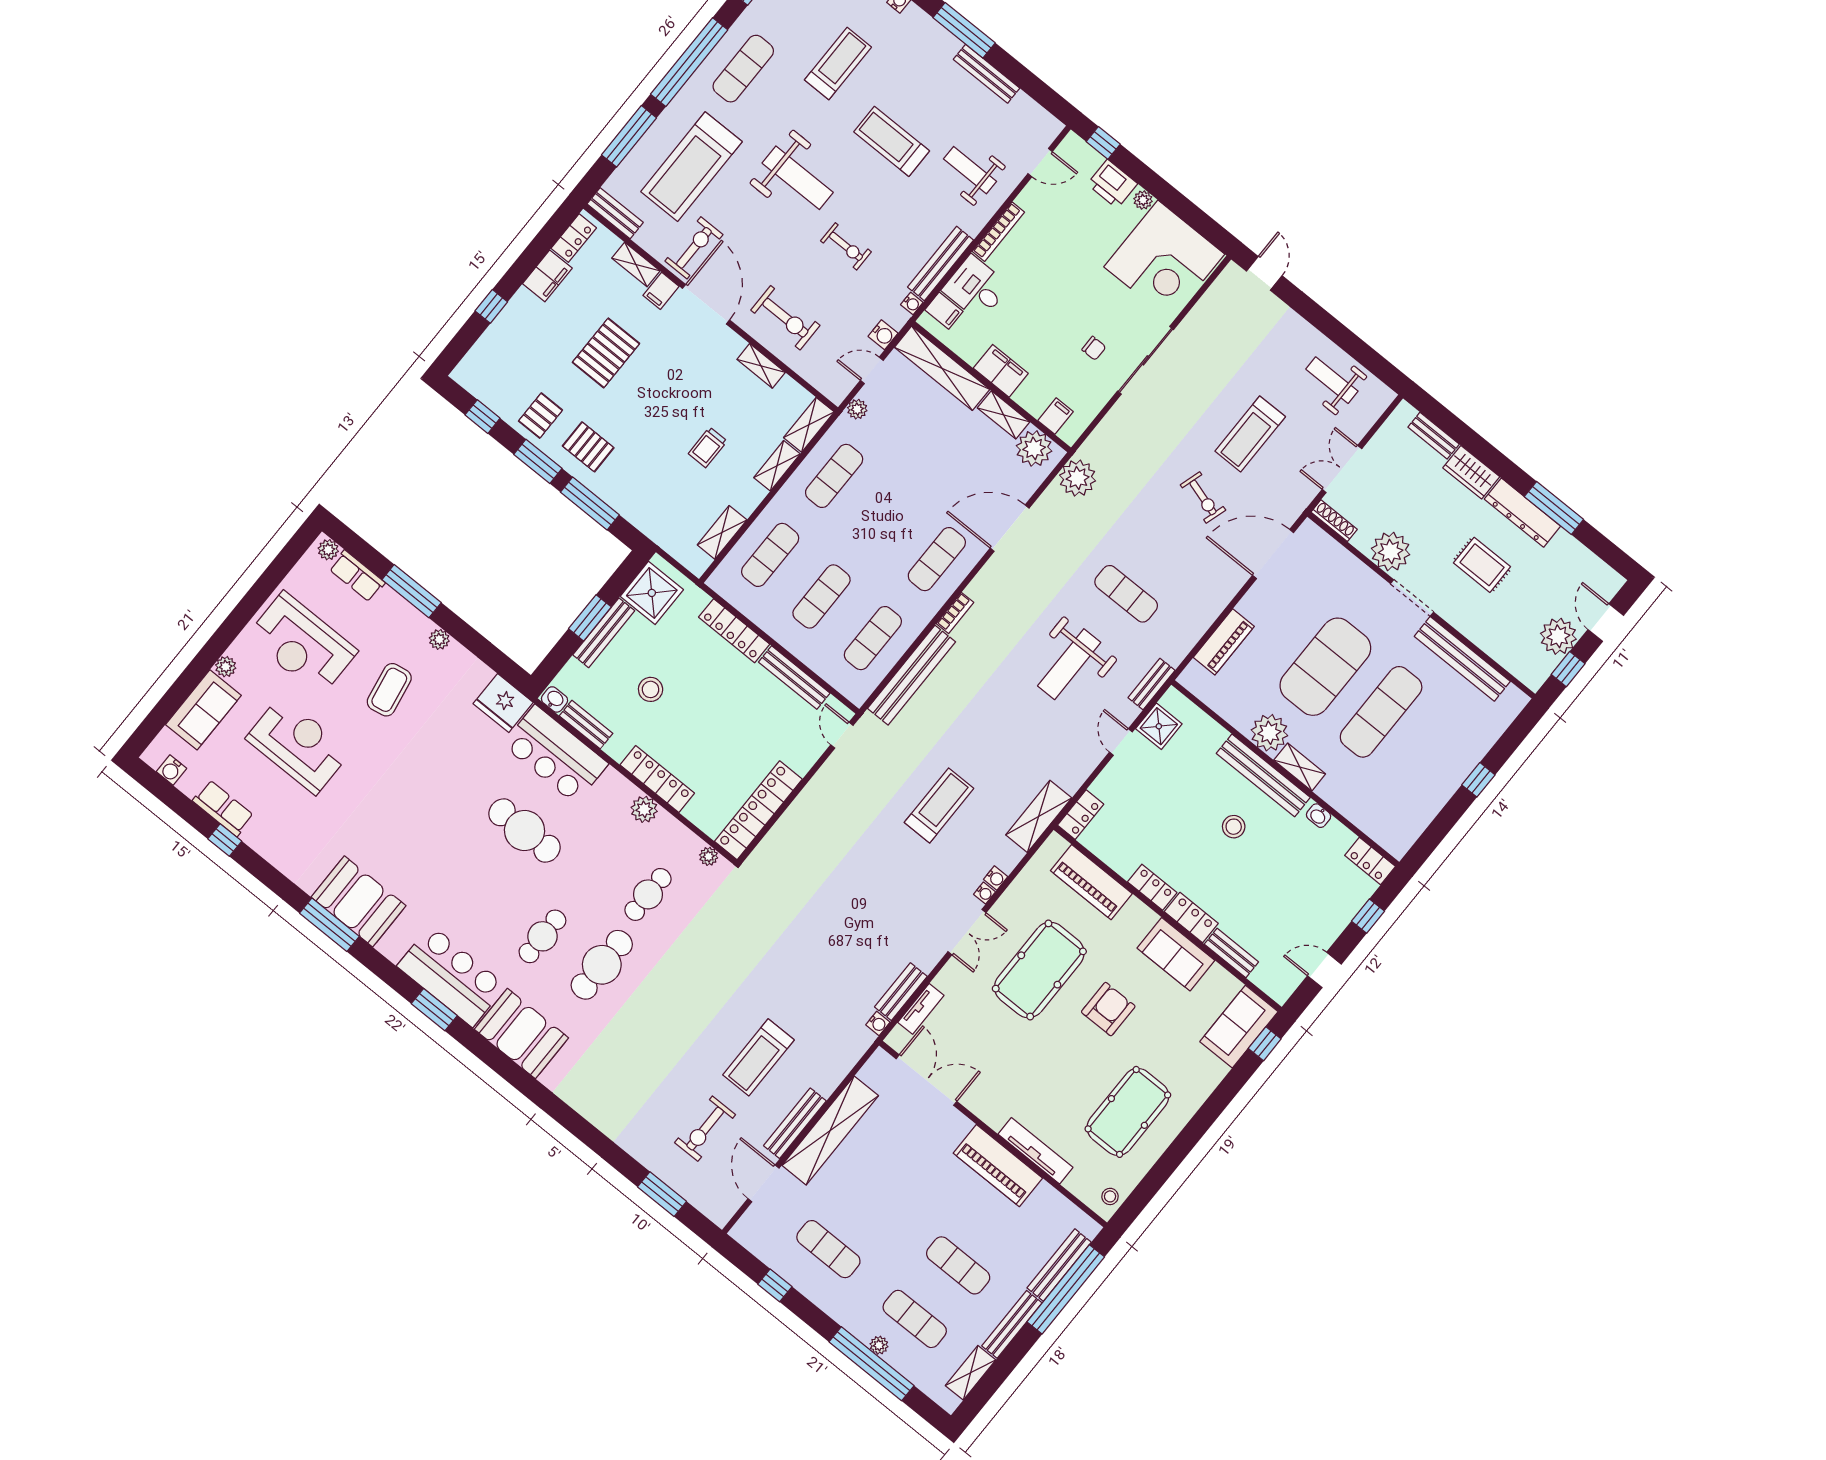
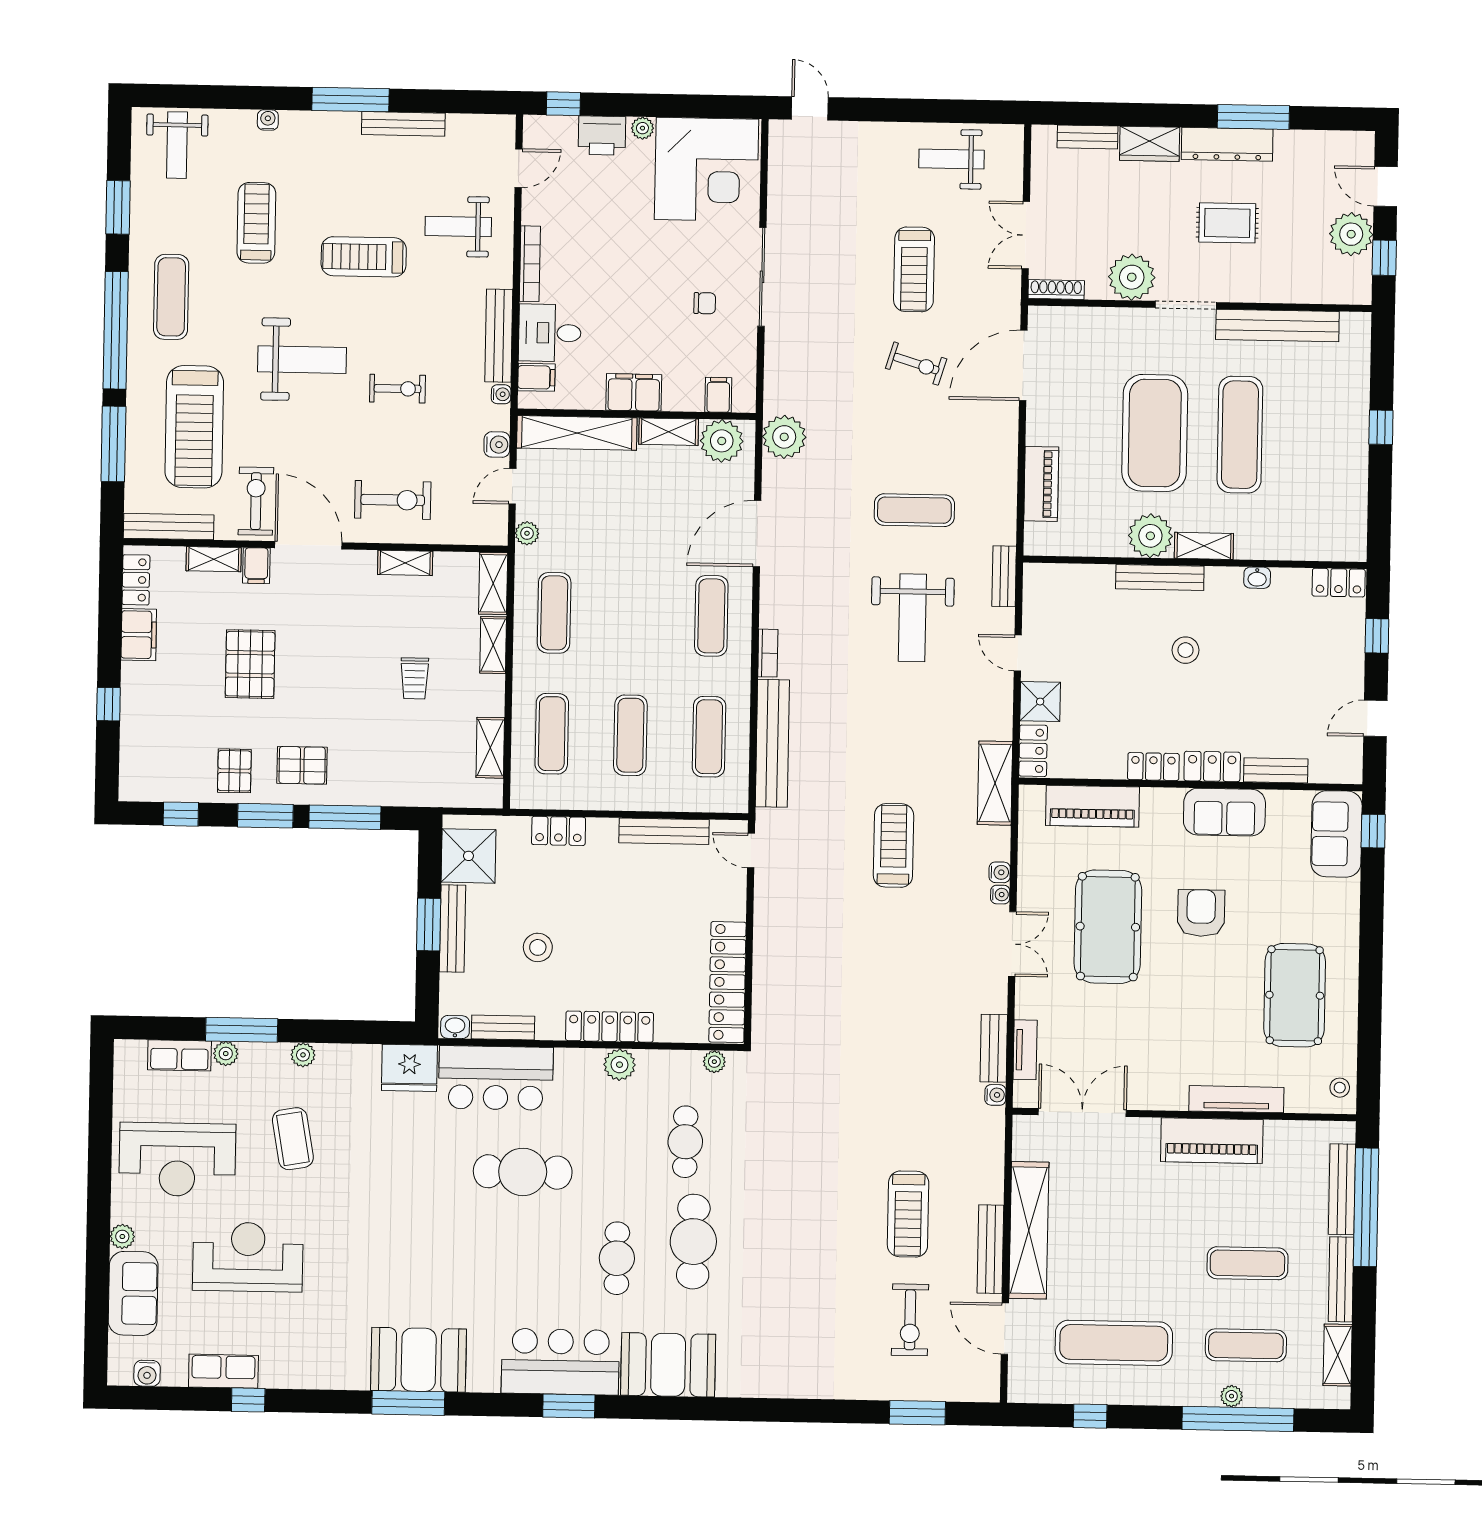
bench: (615, 213) -> (169, 527), width x1.36
plant: (328, 550) -> (226, 1054), moved
locker: (734, 631) -> (559, 831), width x0.66
shower: (1159, 726) -> (1040, 702), moved
bench: (1263, 775) -> (1160, 577), width x0.73, depth x0.82
exercise mat: (828, 1249) -> (1114, 1343), width x1.36, depth x1.45

